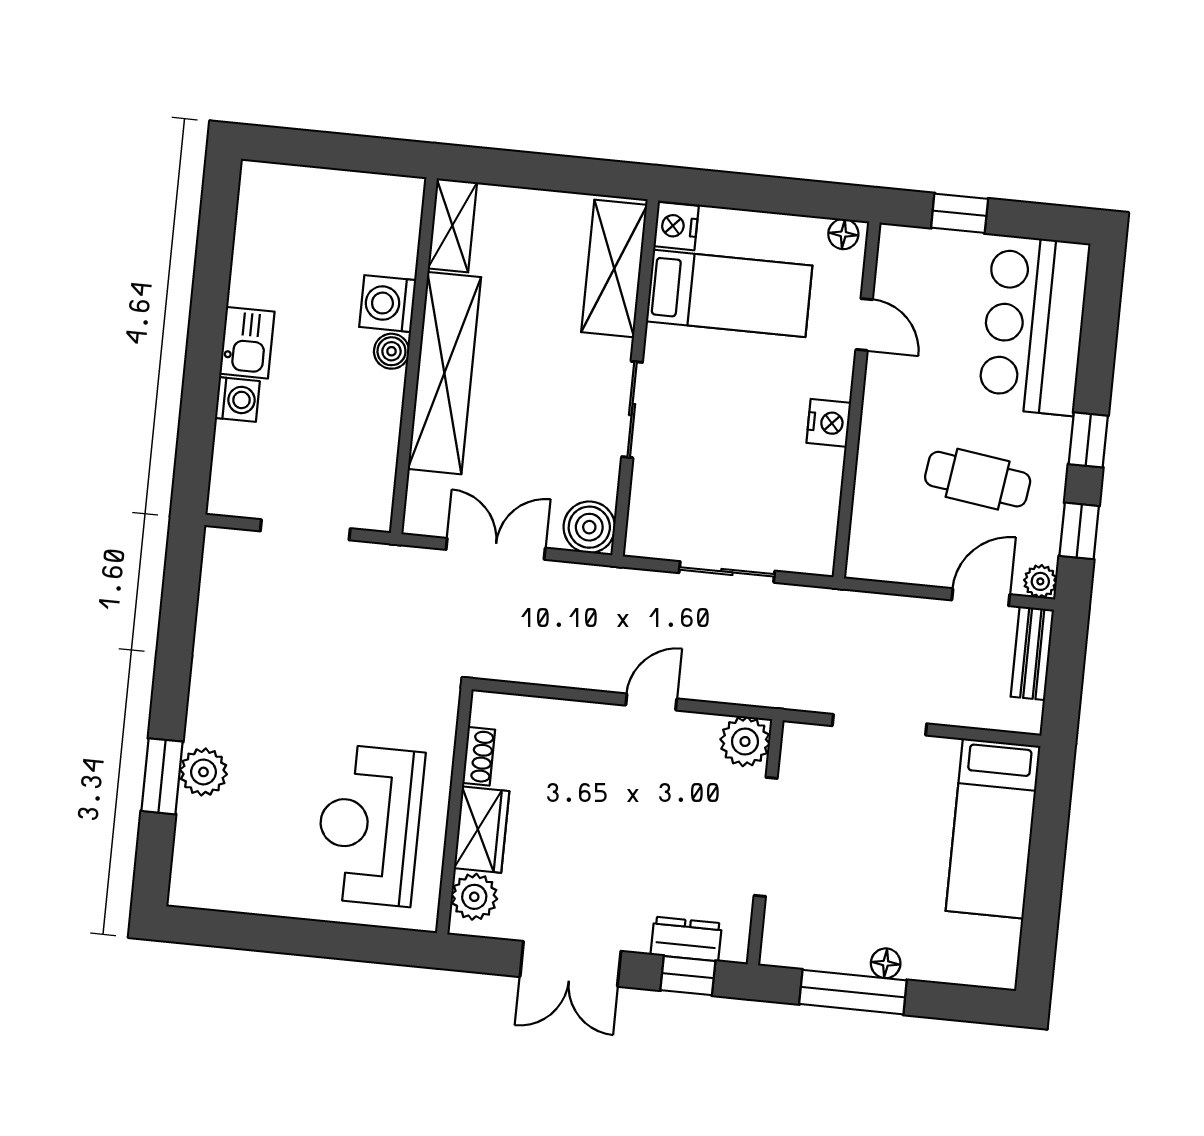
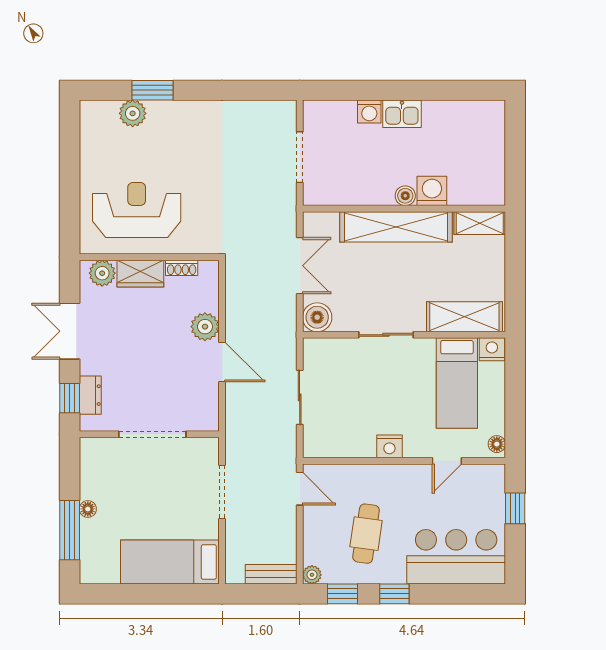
door: (981, 597) -> (300, 489), moved
door: (651, 702) -> (222, 362), width x1.38
plant: (745, 742) -> (205, 327), moved
plant: (203, 772) -> (133, 113), moved
window: (853, 992) -> (70, 530), moved

